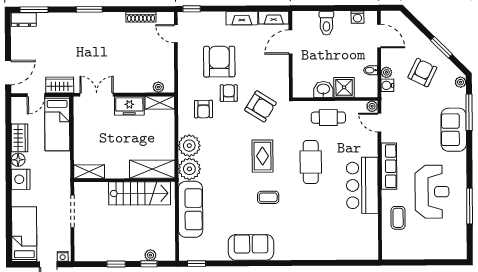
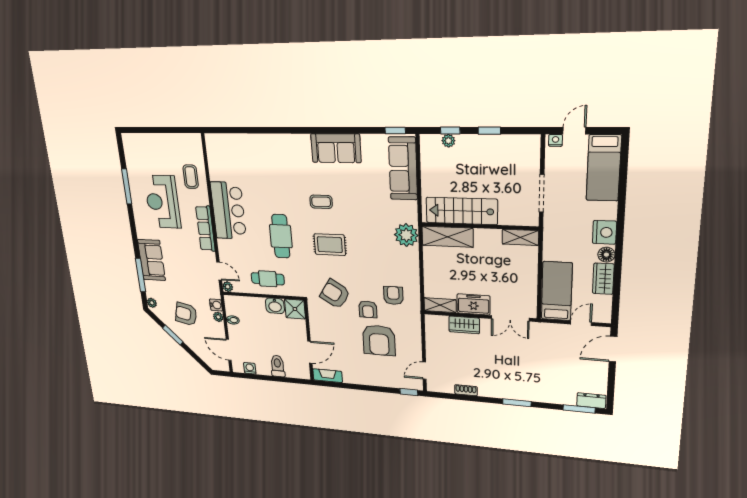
shoe rack: (141, 17) -> (466, 390), width x0.70
fireplace: (242, 18) -> (358, 378), removed
door: (176, 34) -> (424, 371), swing flipped
armchair: (422, 73) -> (186, 314), turned 77
wardrobe: (60, 85) -> (464, 325), moved
plant: (158, 87) -> (442, 321), removed
shower: (344, 87) -> (295, 309), moved
plant: (189, 146) -> (407, 259), removed
rug: (263, 156) -> (330, 245), turned 90
sofa: (190, 209) -> (403, 168), moved

